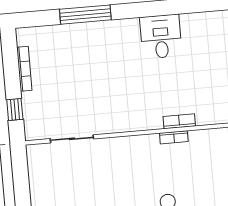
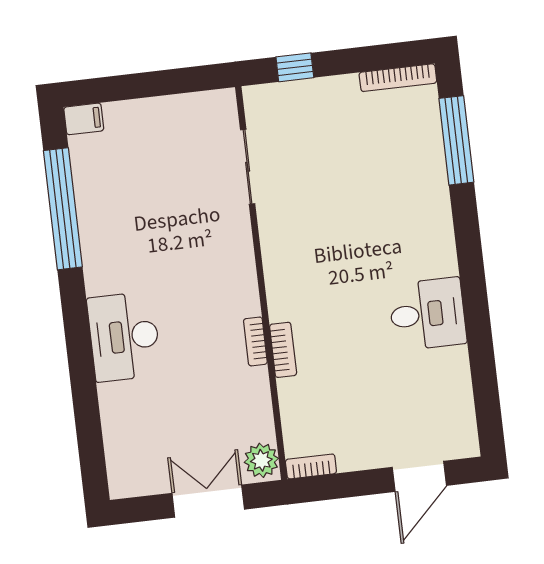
window: (85, 15) -> (456, 140), moved
bookcase: (24, 69) -> (398, 78), moved

